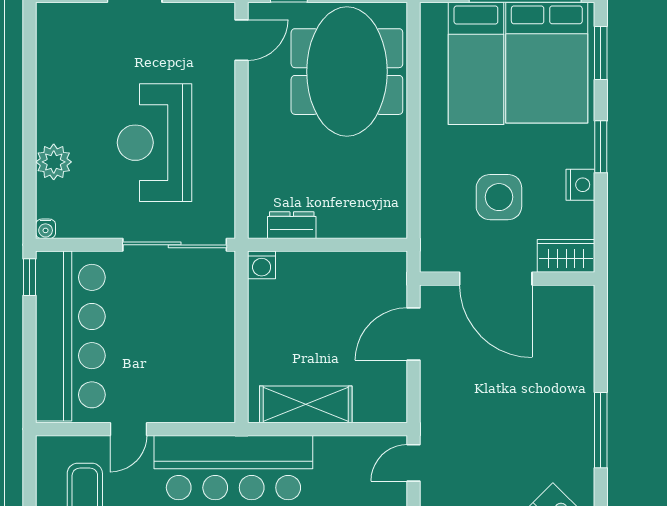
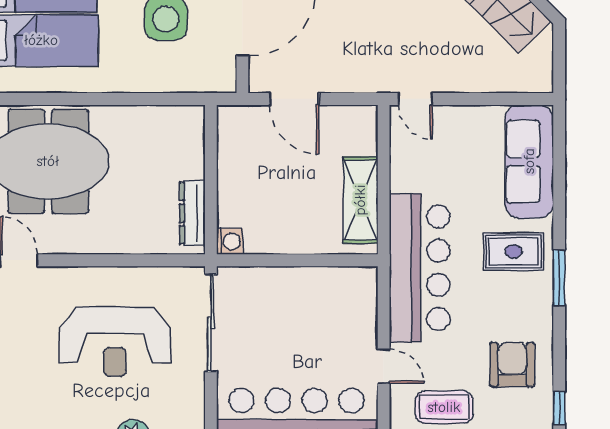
dresser: (292, 225) -> (192, 213), width x1.44

